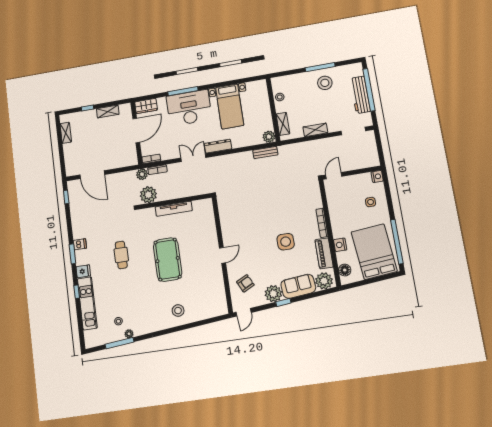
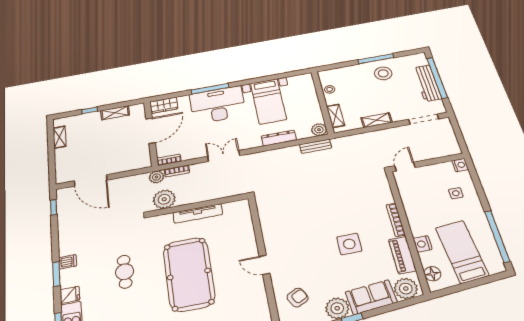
dresser: (218, 146) -> (279, 138), moved
bed: (374, 252) -> (462, 251), width x0.67
door: (222, 255) -> (265, 265), swing flipped
pool table: (168, 260) -> (189, 274), width x1.36, depth x1.32

